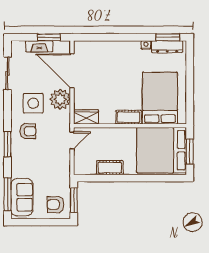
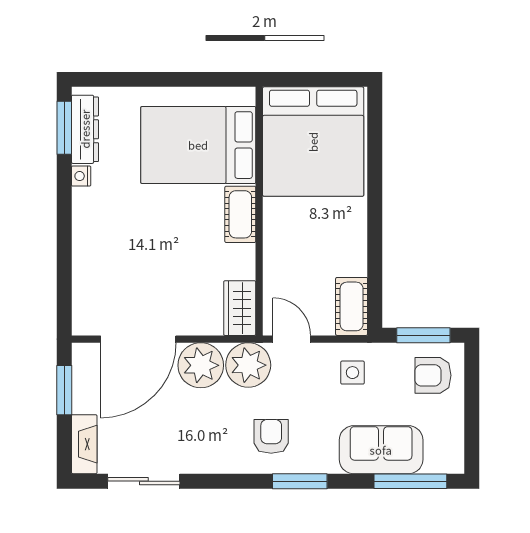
fireplace: (39, 46) -> (84, 444), moved
side table: (33, 103) -> (352, 373), moved, width x0.54, depth x0.54
plant: (60, 121) -> (248, 365), added
window: (190, 152) -> (316, 79), removed
cot: (110, 168) -> (352, 306), moved
sofa: (22, 197) -> (381, 450), moved
armchair: (56, 204) -> (433, 375), turned 90

